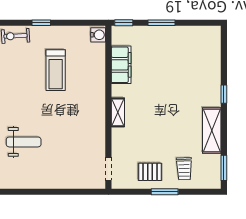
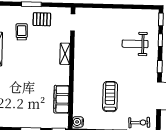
shelving: (118, 112) -> (65, 54), moved
trolley: (184, 169) -> (22, 32), moved

